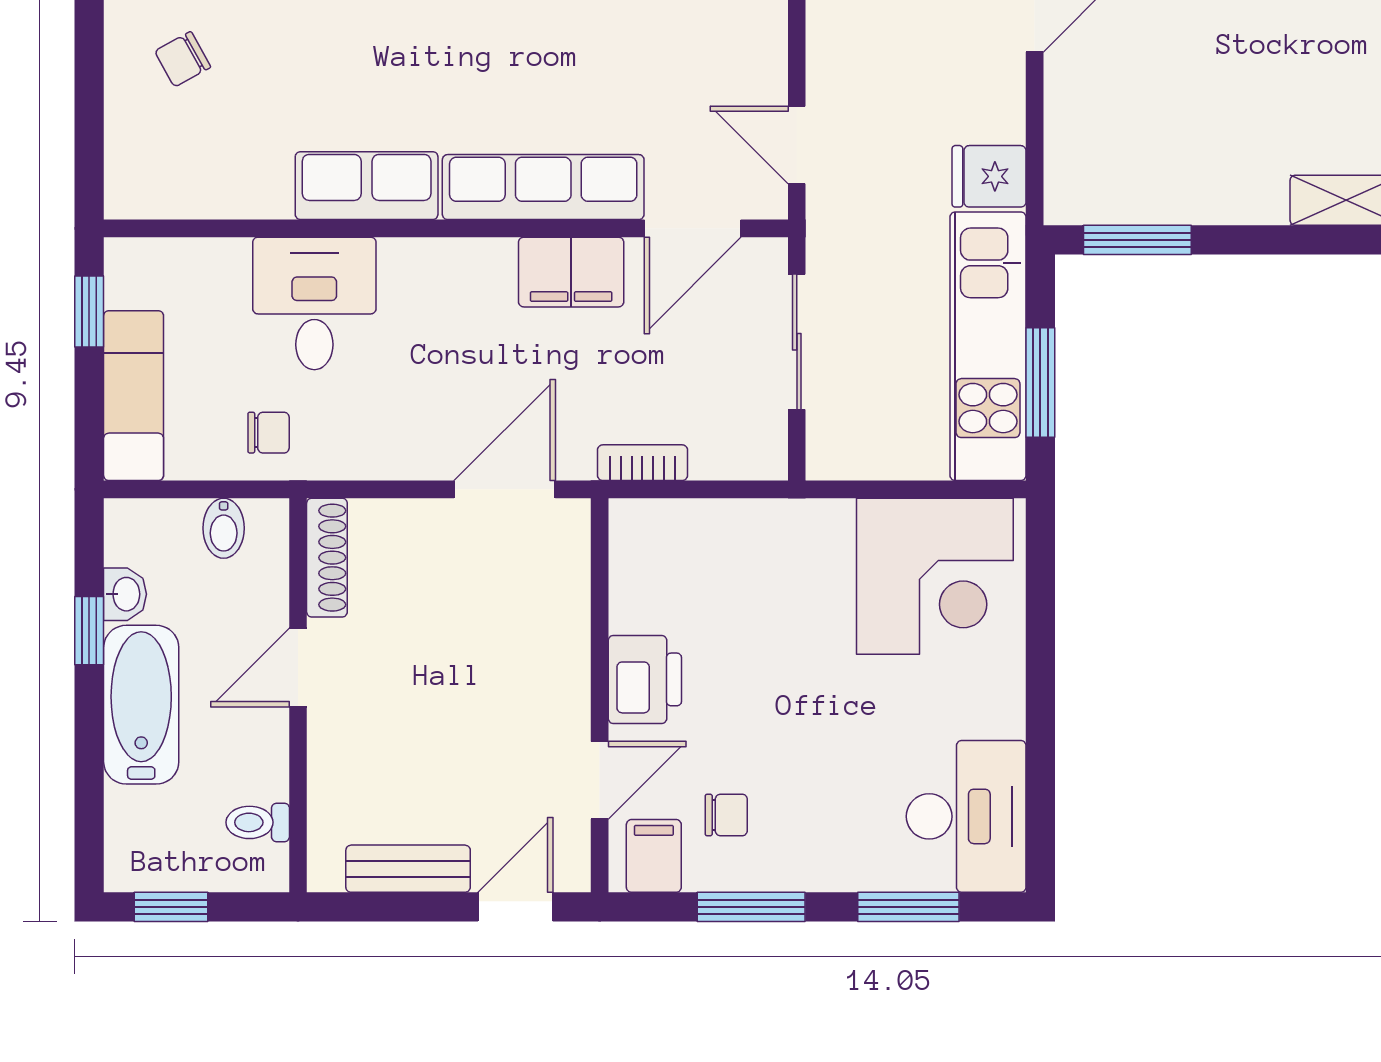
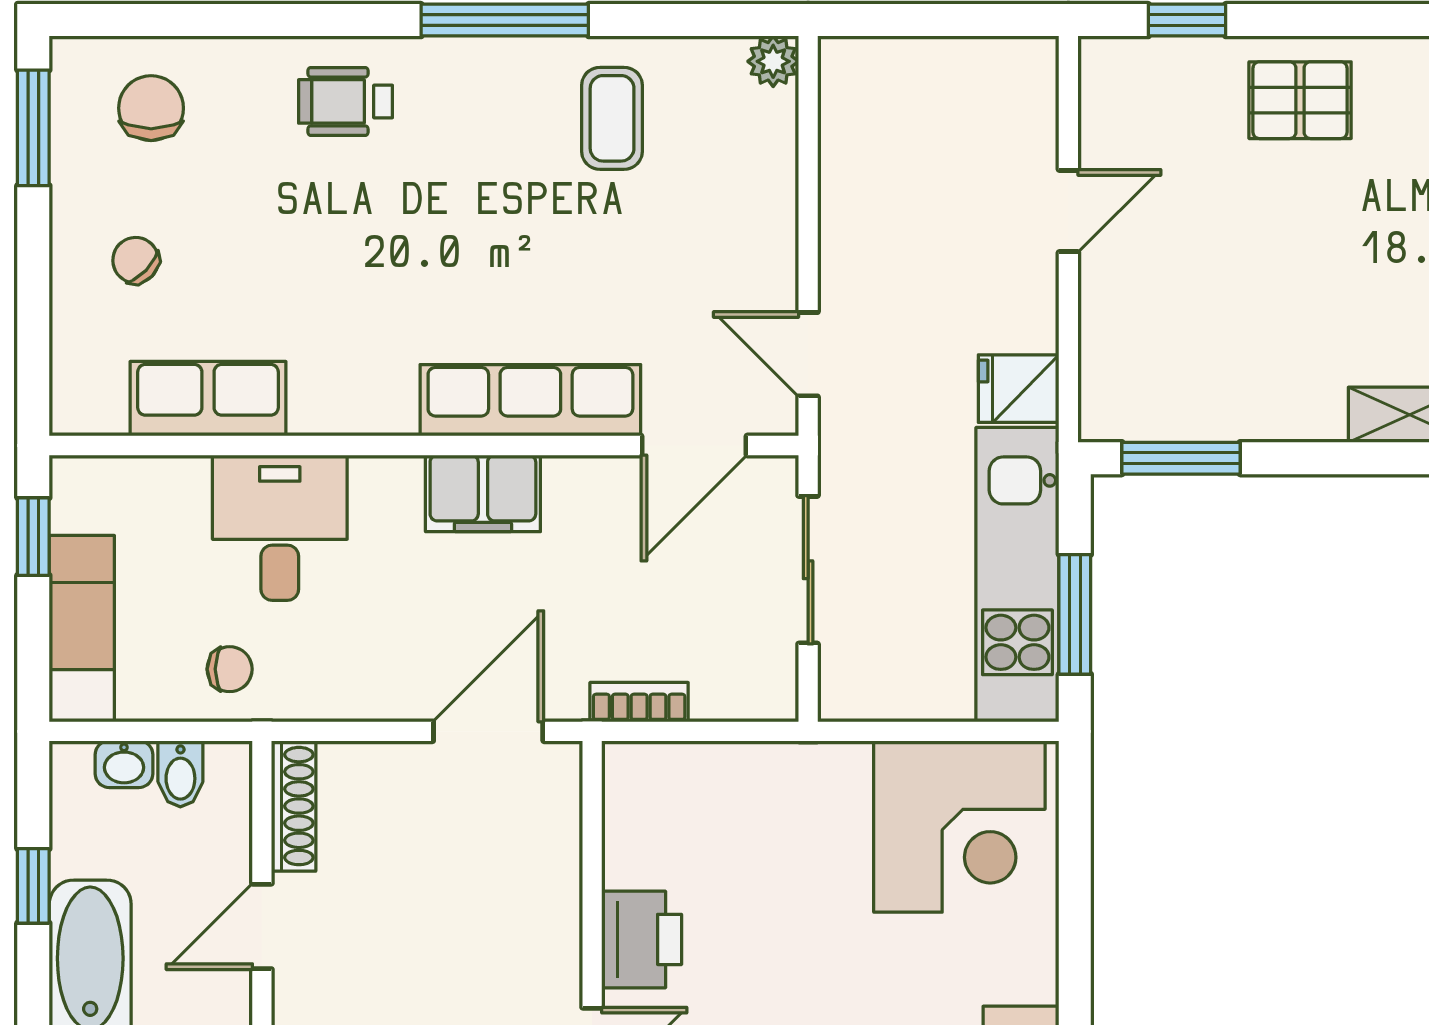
chair: (183, 59) -> (136, 260), turned 73
row of seats: (367, 186) -> (208, 399), moved
filing cabinet: (571, 272) -> (483, 493), moved
washbasin: (125, 594) -> (124, 764), moved, turned 90

